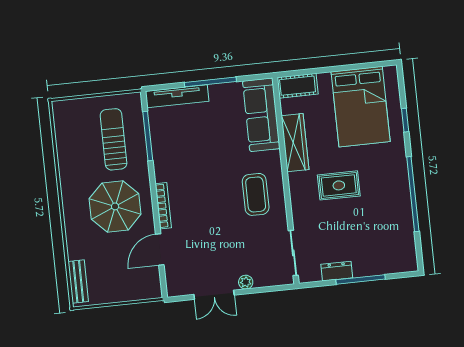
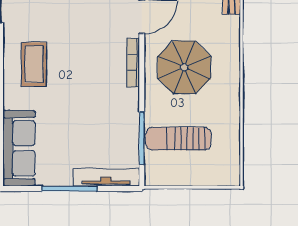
sun lounger: (114, 139) -> (178, 139), turned 90

